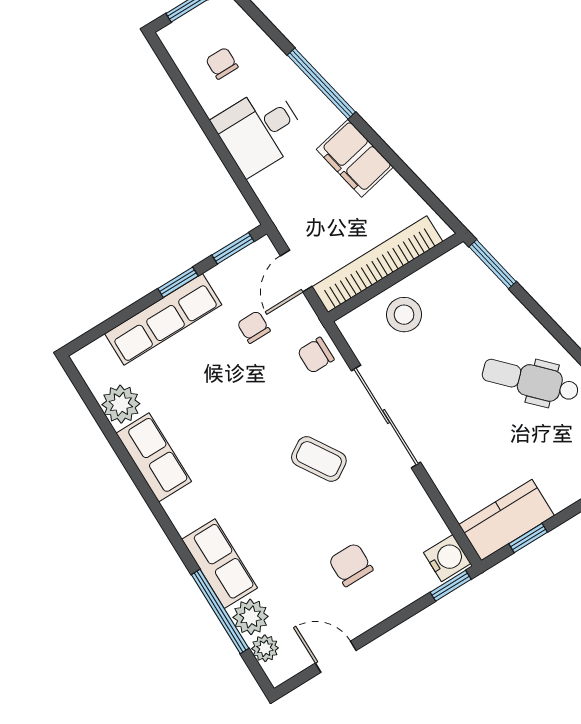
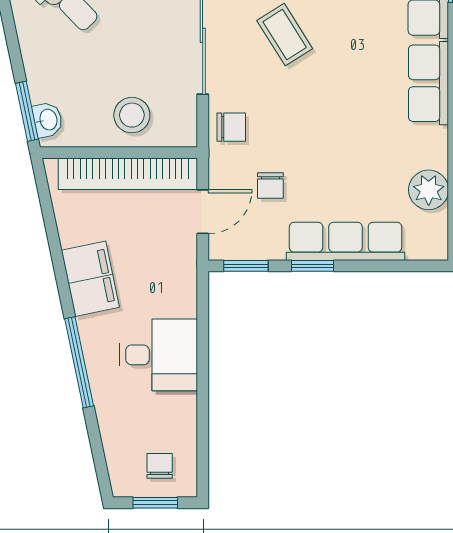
chair: (222, 63) -> (160, 466), moved, turned 180
washbasin: (471, 268) -> (48, 120), added
row of seats: (154, 457) -> (429, 83), moved

